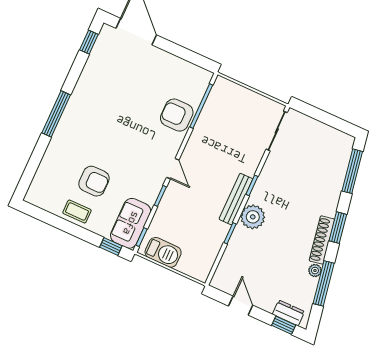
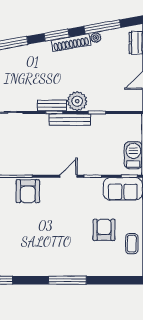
bench: (261, 186) -> (52, 106), added
coffee table: (77, 212) -> (132, 244), moved

